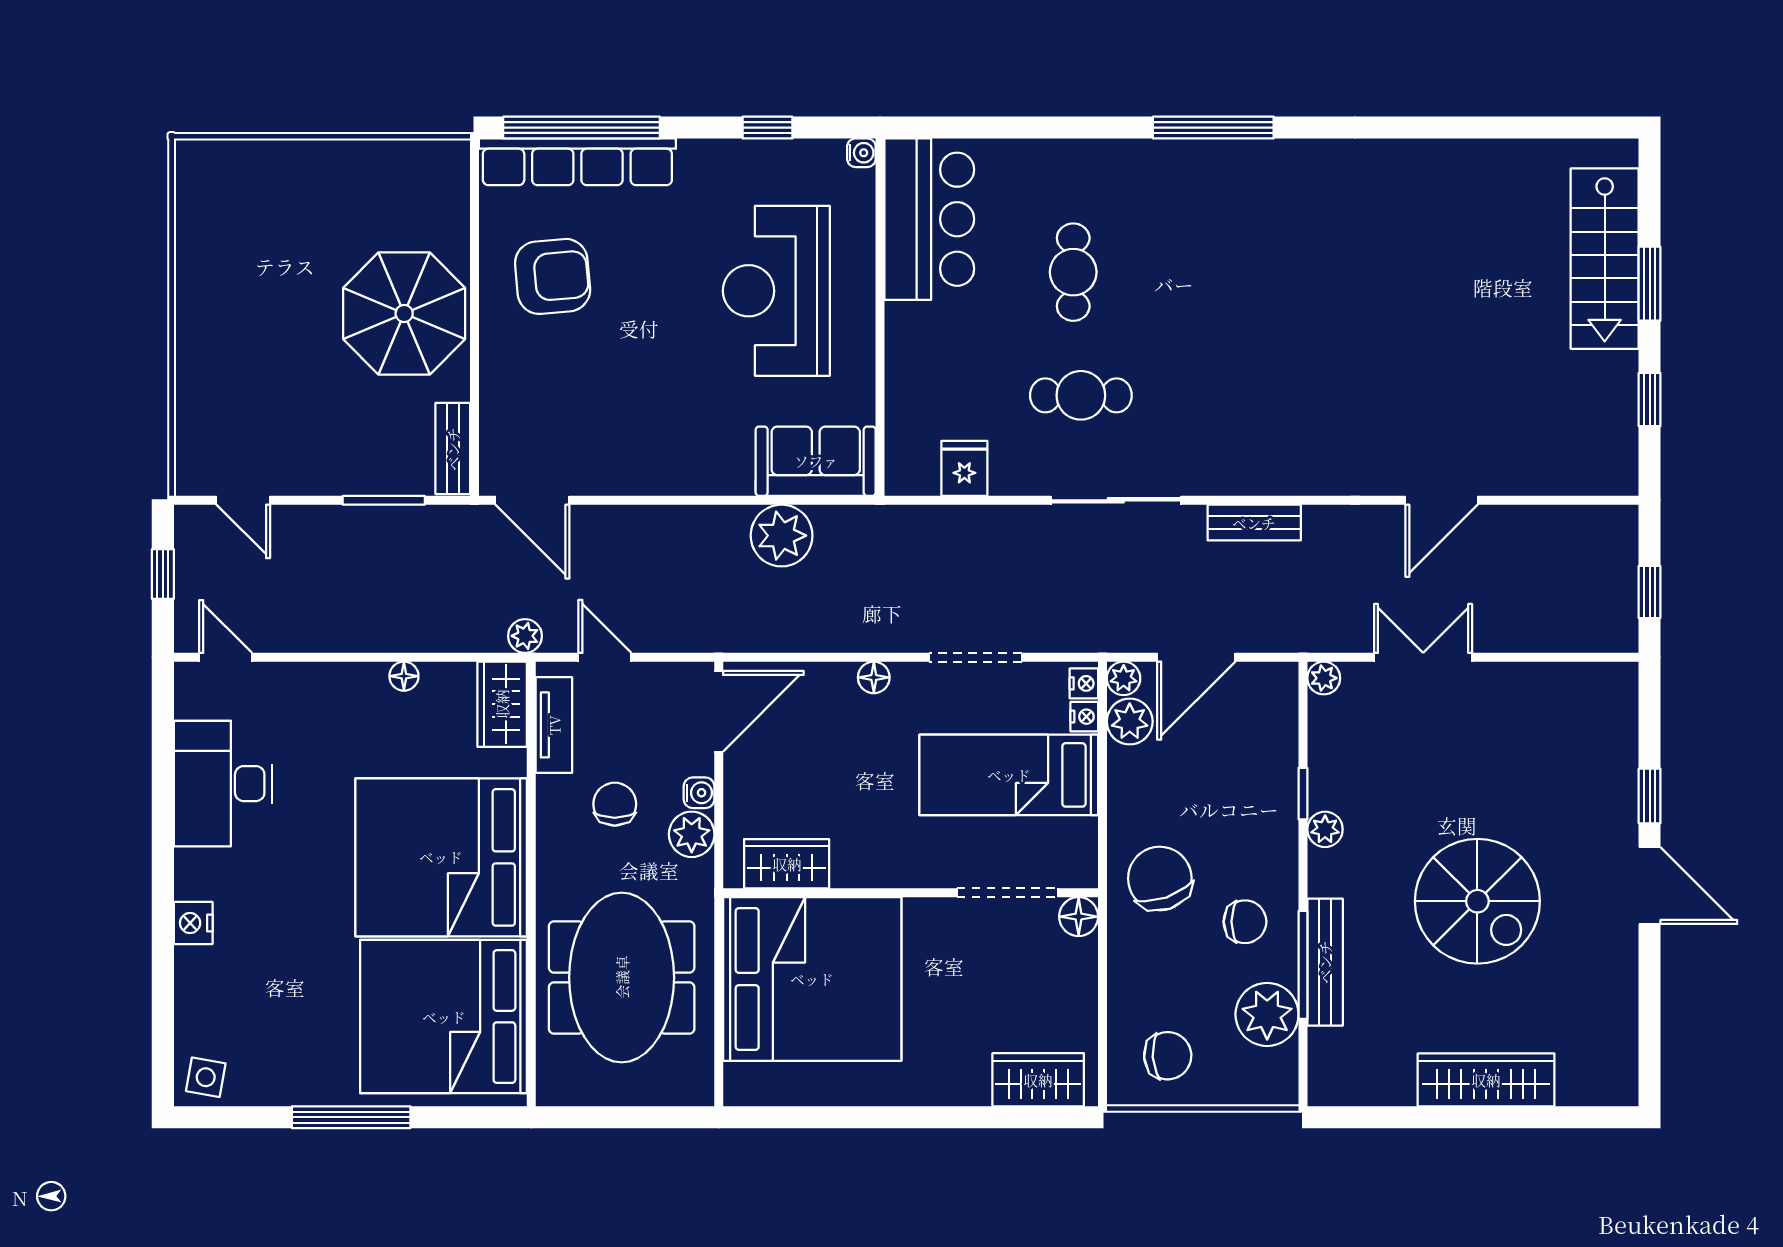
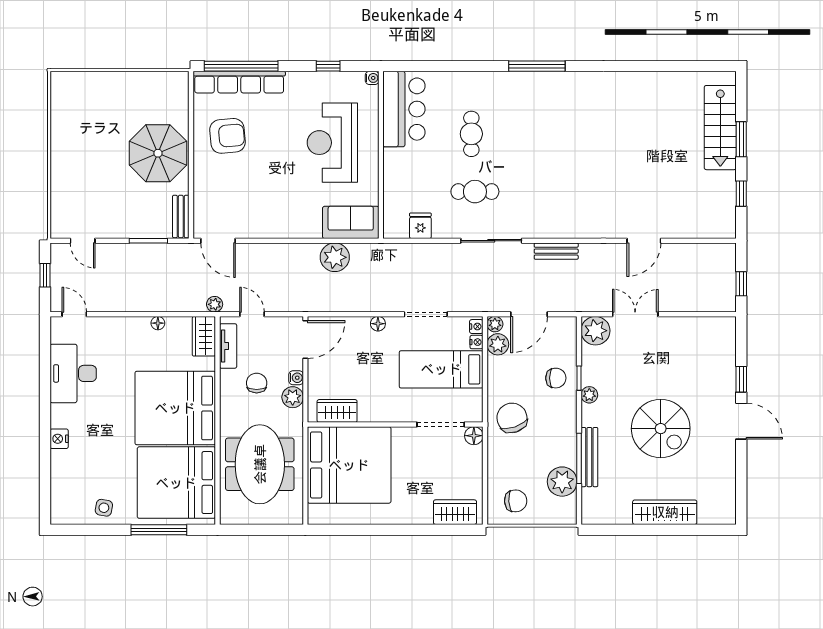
plant: (1324, 678) -> (595, 331), width x1.88, depth x1.88
chair: (1245, 922) -> (556, 378), moved
side table: (206, 1077) -> (104, 508), moved
window: (351, 1117) -> (159, 530), moved

